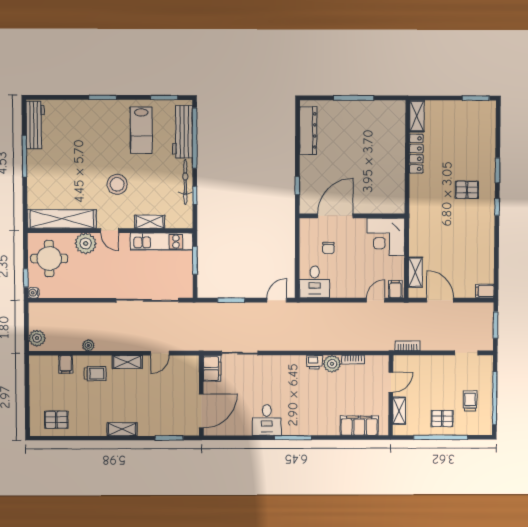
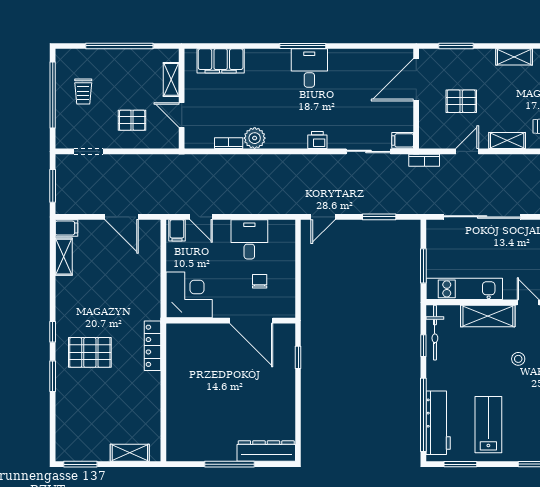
shelving: (417, 116) -> (130, 453), moved, turned 90
dresser: (308, 131) -> (266, 451), moved, turned 90
locker: (416, 154) -> (153, 346), moved
bicycle: (185, 182) -> (435, 333), moved
stool: (117, 184) -> (518, 359), width x0.53, depth x0.53
pallet: (467, 190) -> (90, 352), width x1.50, depth x1.42
door: (335, 216) -> (251, 321), hinge flipped
shelving: (150, 222) -> (488, 316), width x1.50, depth x1.33
shelving: (415, 272) -> (64, 257), moved
desk: (315, 282) -> (249, 239), moved
door: (376, 300) -> (201, 217), hinge flipped
bookcase: (408, 346) -> (424, 160), moved
printer: (314, 362) -> (317, 140), moved
filing cabinet: (212, 369) -> (403, 140), width x0.50
door: (391, 382) -> (182, 115), hinge flipped
pallet: (165, 394) -> (461, 101), added
pallet: (442, 419) -> (132, 120), moved
desk: (267, 420) -> (309, 68), moved

